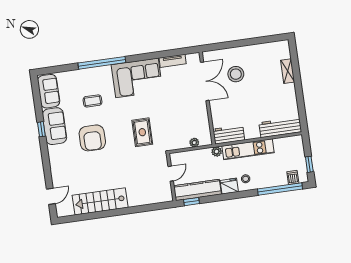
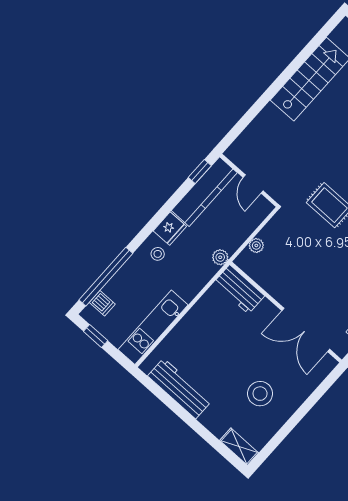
shelving: (288, 71) -> (239, 447), moved
stool: (236, 74) -> (260, 394), moved
workbench: (280, 127) -> (180, 388), moved, turned -90
workbench: (229, 135) -> (239, 289), moved, turned 90
kitchen unit: (248, 149) -> (153, 327), moved

